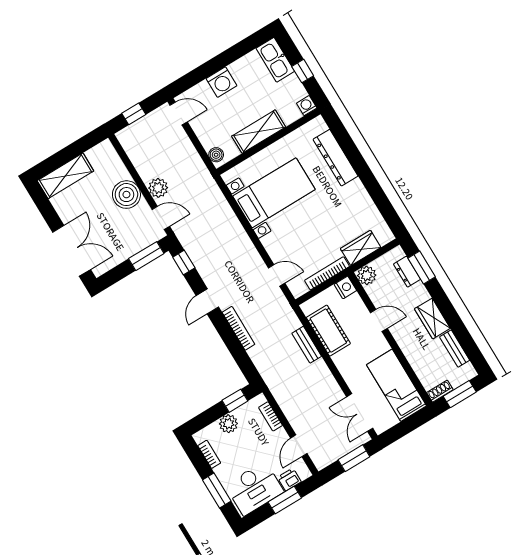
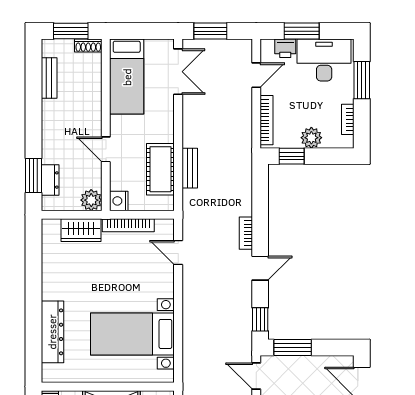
wardrobe: (432, 319) -> (53, 120), removed
bookcase: (238, 328) -> (246, 233), width x0.64
bookcase: (270, 416) -> (267, 120), width x1.56

